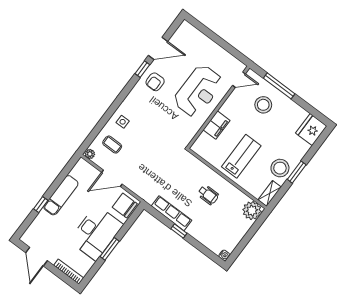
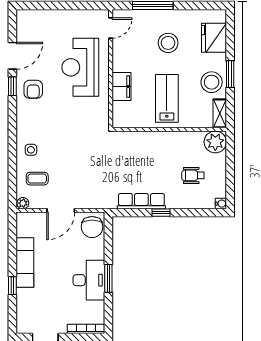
reception desk: (198, 91) -> (80, 67), turned 180
stool: (263, 105) -> (168, 43), moved
fridge: (311, 130) -> (214, 38), moved
wheelchair: (208, 195) -> (193, 175), moved, turned 180
chair: (125, 206) -> (92, 227), turned -90
desk: (96, 233) -> (89, 280), width x0.73, depth x0.77

